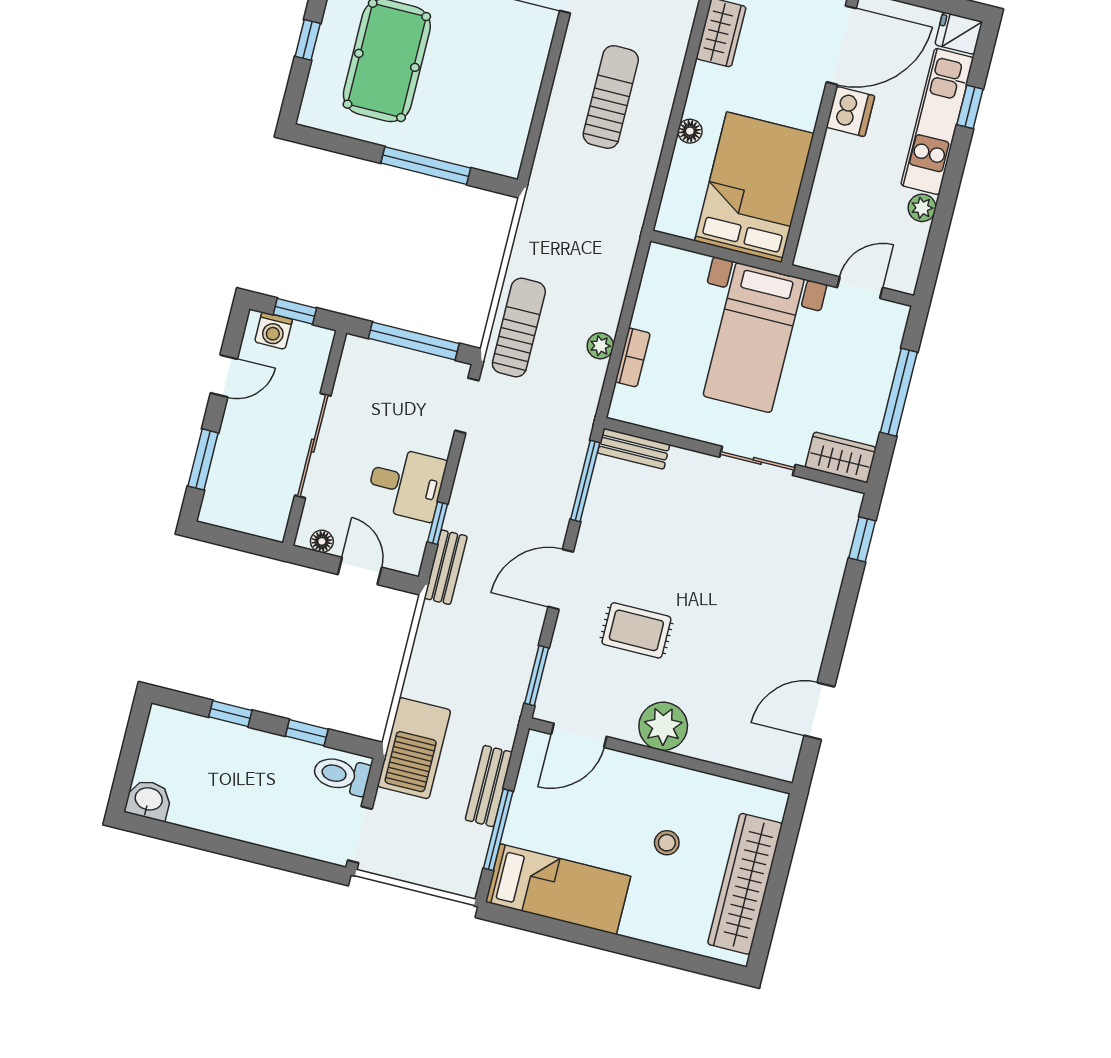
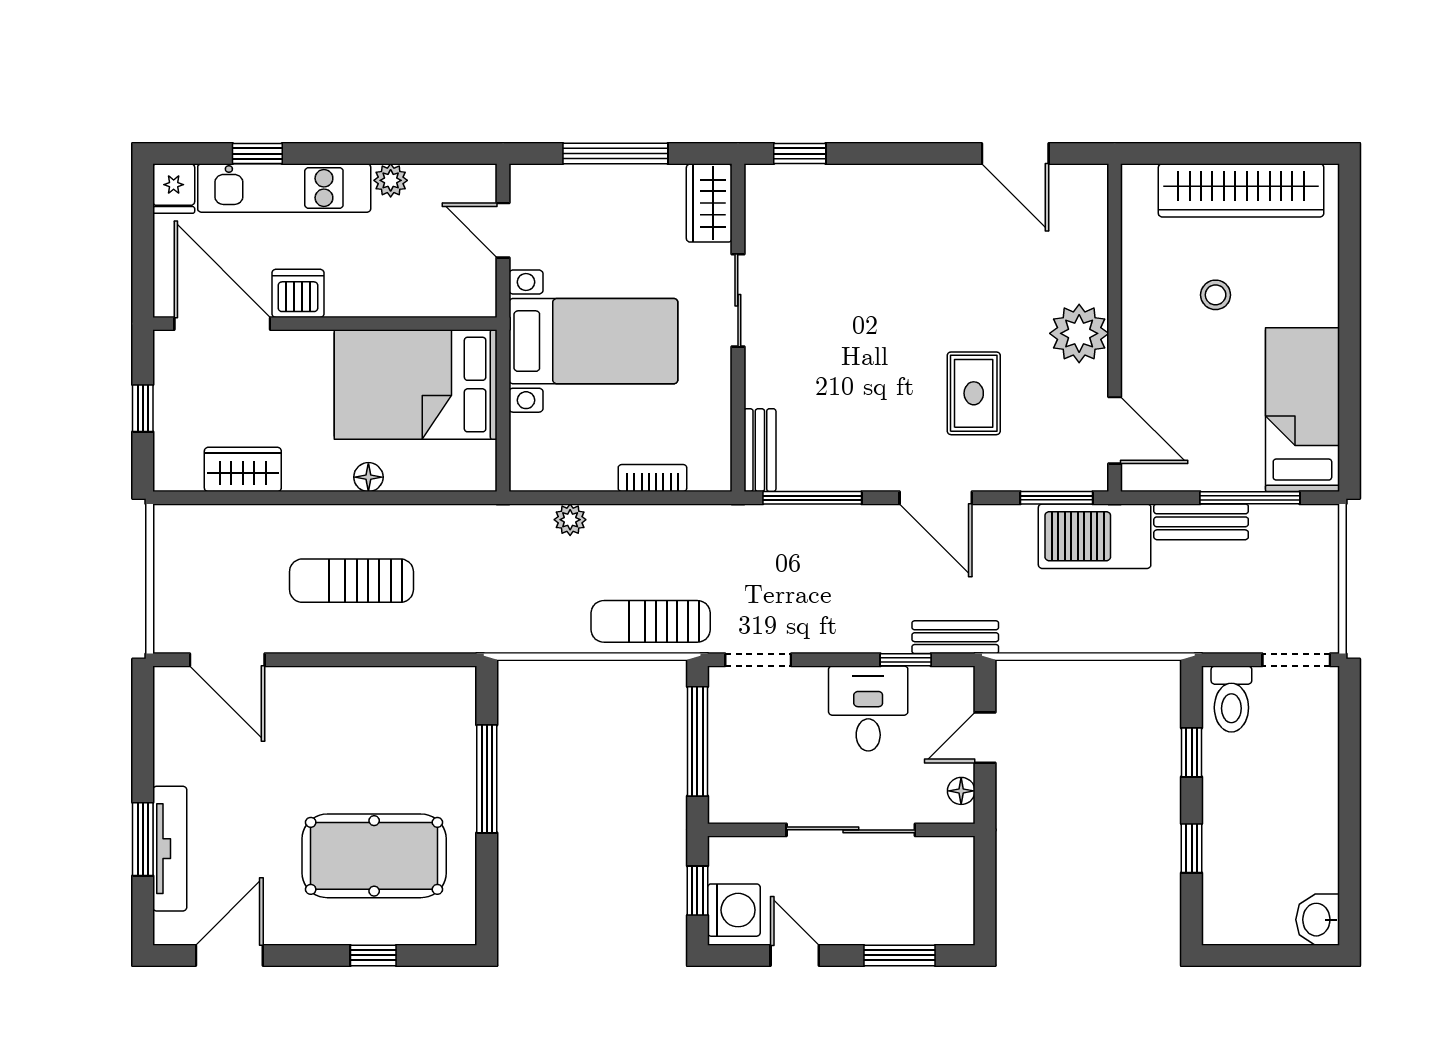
washing machine: (274, 331) -> (734, 910), width x1.38, depth x1.38
plant: (600, 346) -> (570, 520), moved
barbecue: (414, 748) -> (1095, 536), moved, turned 180

